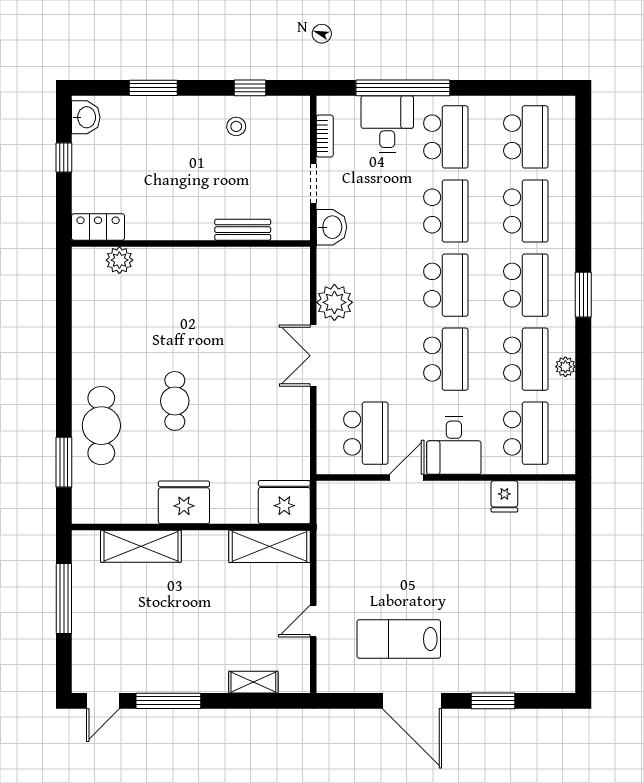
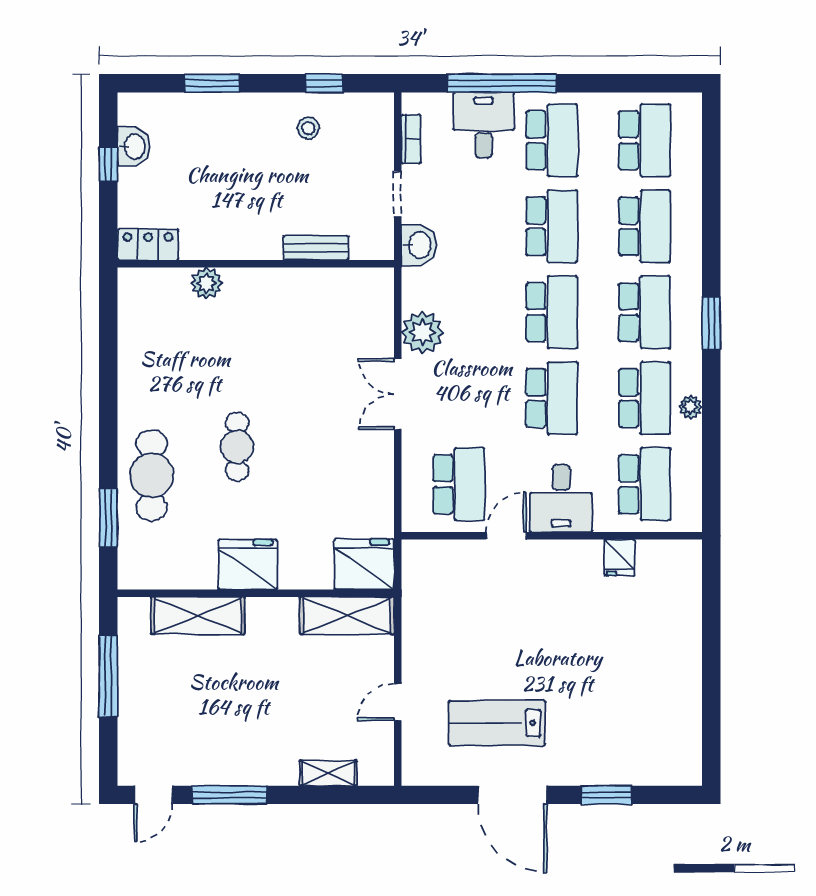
washbasin: (86, 117) -> (134, 147), moved
plant: (119, 260) -> (206, 283), moved

